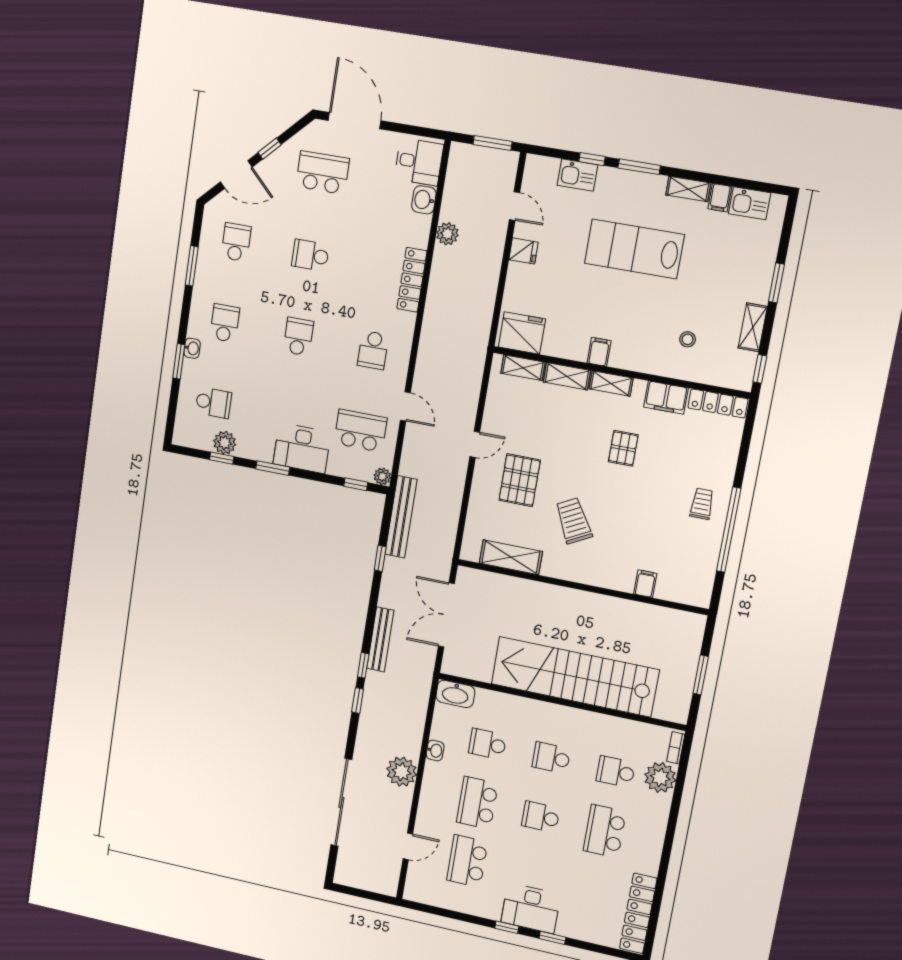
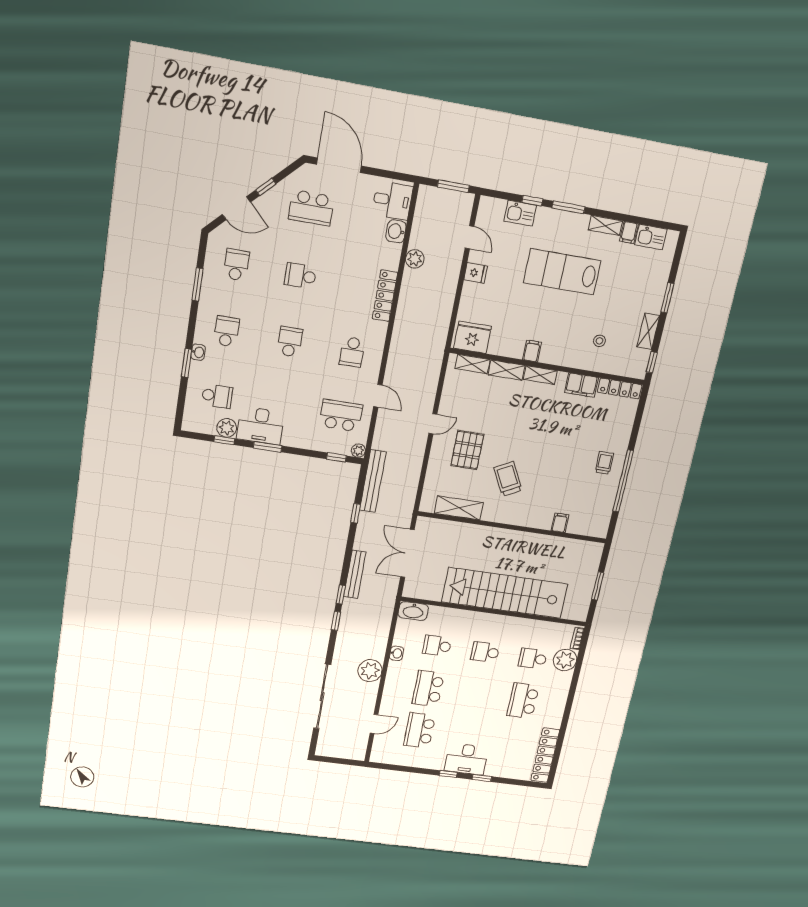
school desk: (323, 173) -> (311, 208), turned 180
desk: (302, 448) -> (261, 426), moved
pallet: (623, 448) -> (548, 424), removed
school desk: (541, 817) -> (476, 695), removed

